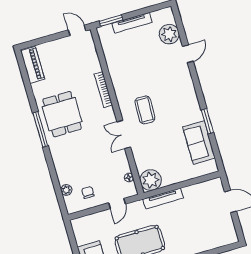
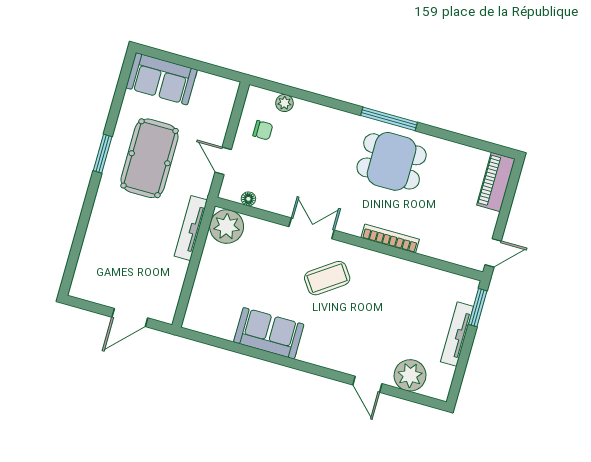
piano: (33, 65) -> (496, 182), moved, turned 90
coffee table: (145, 110) -> (327, 278), turned -37
window: (207, 121) -> (259, 354), removed
sofa: (199, 142) -> (269, 333), moved

